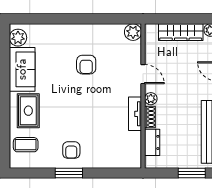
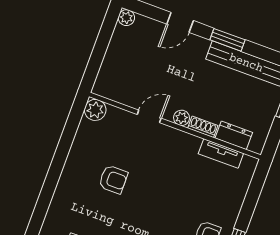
wardrobe: (181, 32) -> (116, 54), removed
tv unit: (135, 114) -> (221, 154), moved

